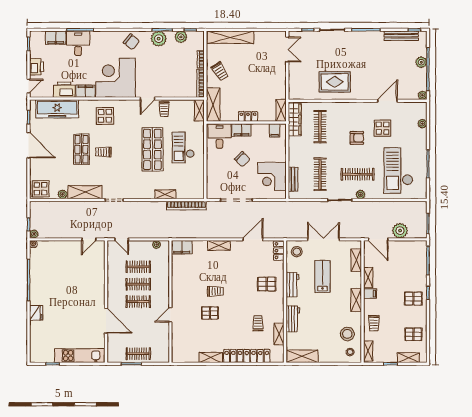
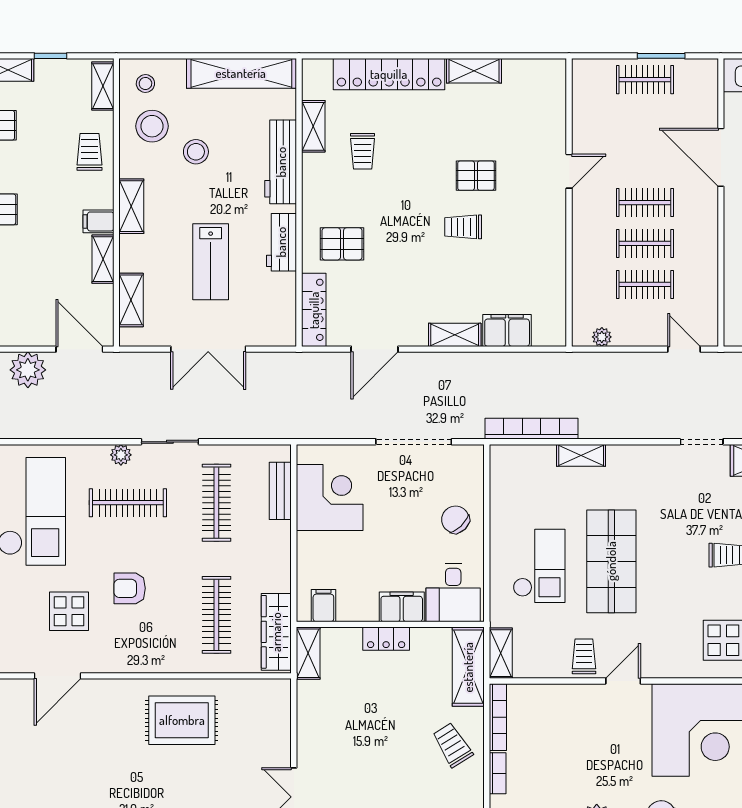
chair: (242, 159) -> (455, 520), moved
filing cabinet: (182, 247) -> (507, 330), moved
locker: (279, 251) -> (314, 310), width x1.53
stool: (297, 252) -> (196, 152), moved
workbench: (293, 319) -> (281, 162), width x1.38
shelving: (302, 356) -> (241, 73), width x1.47

